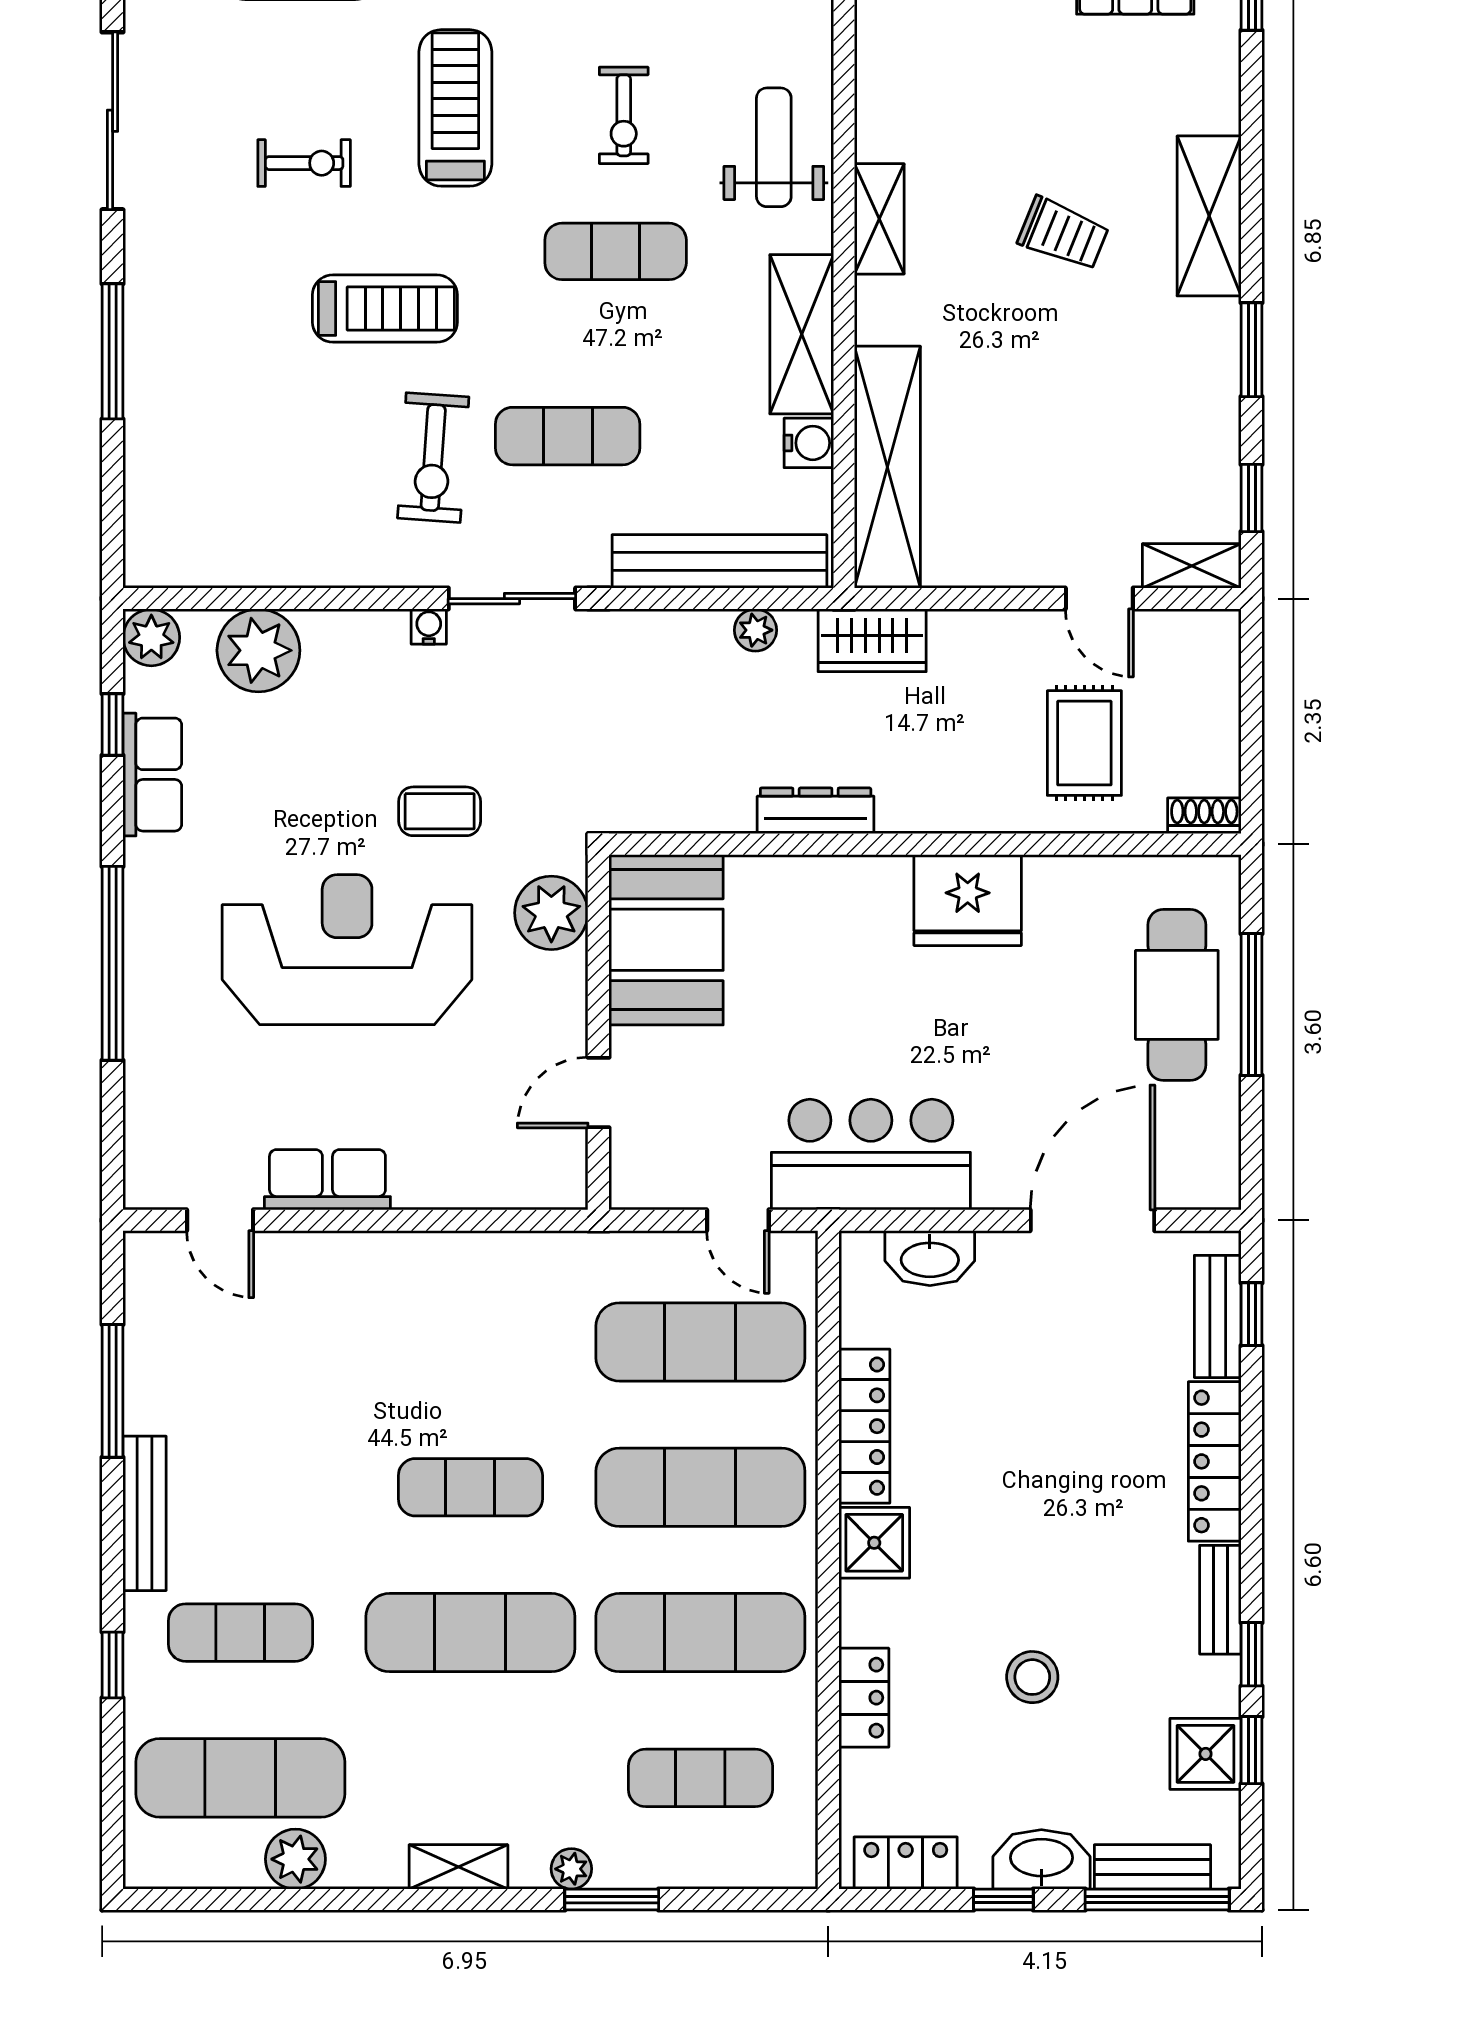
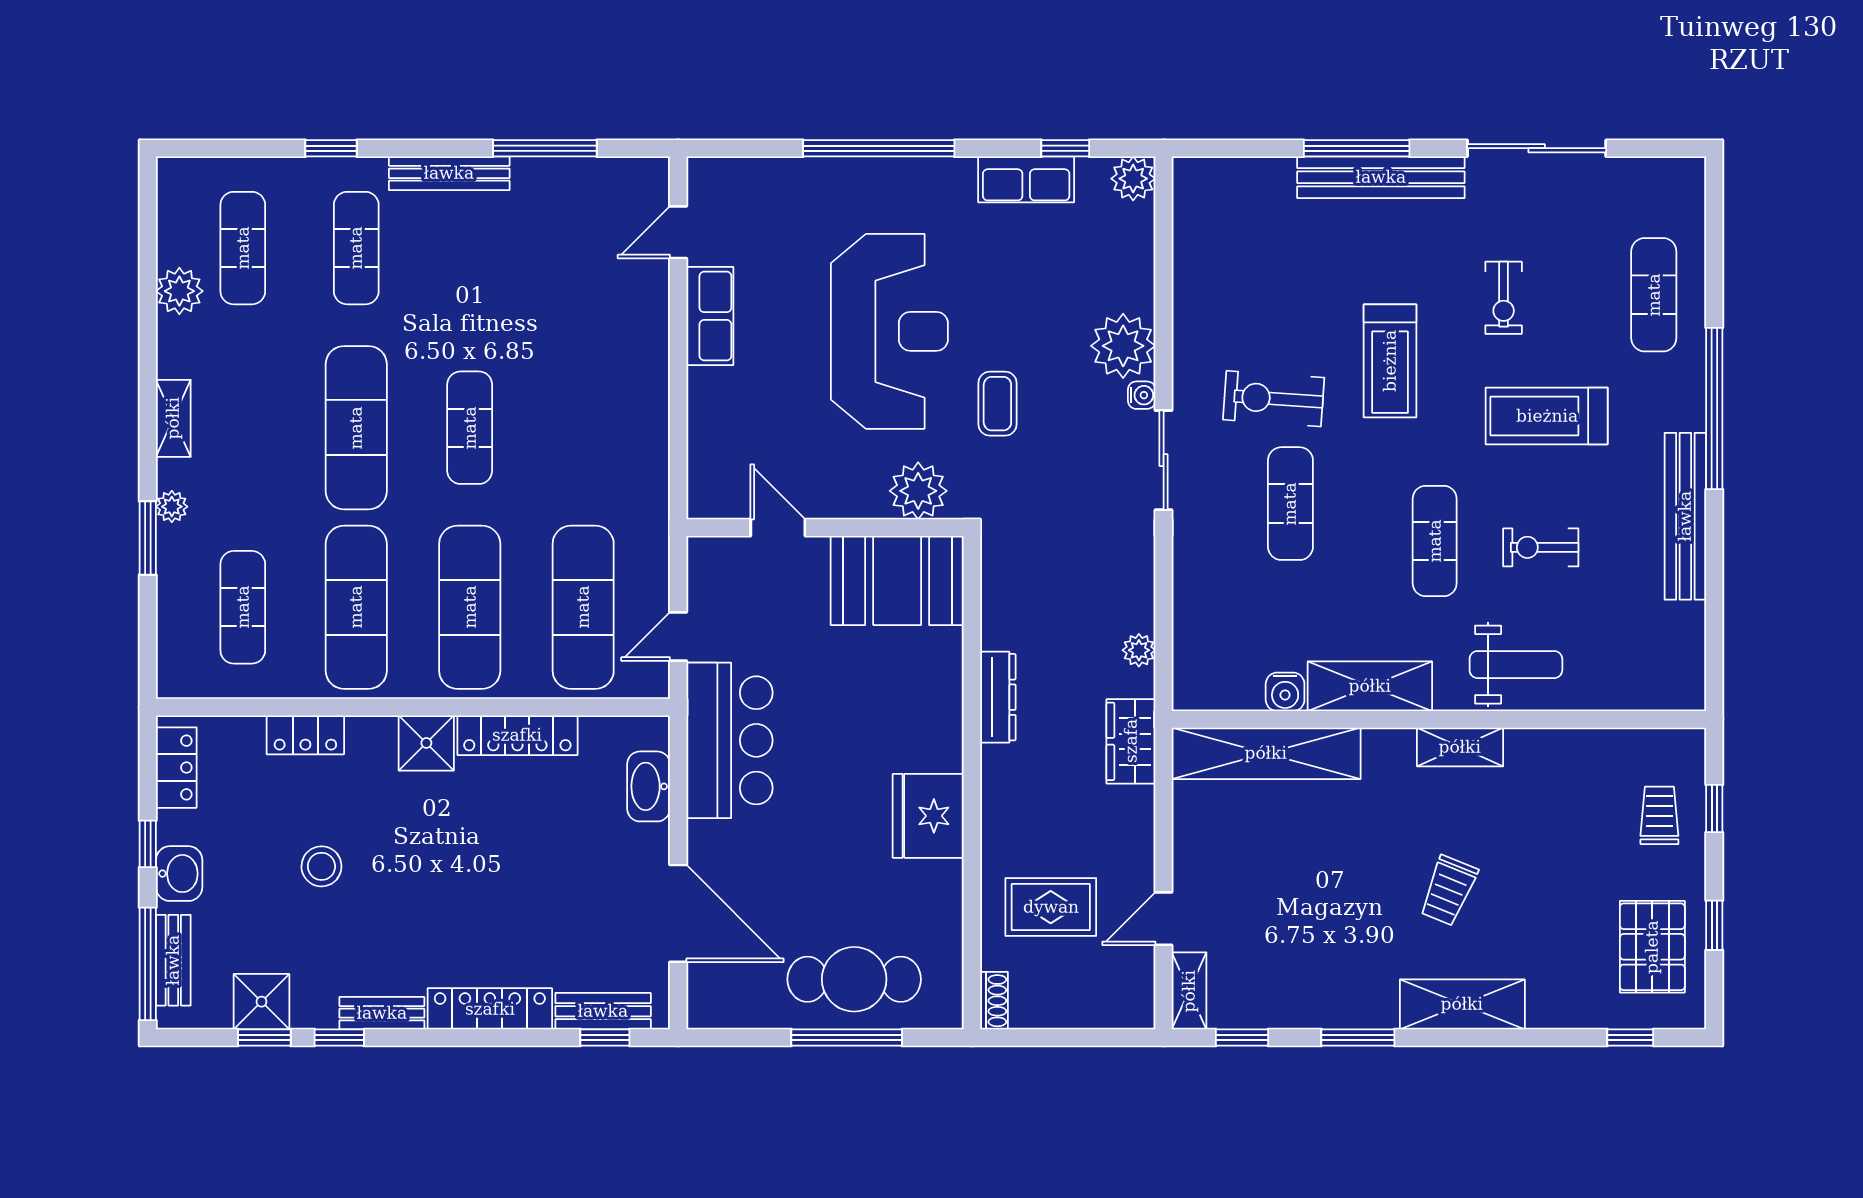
treadmill: (455, 108) -> (1547, 416), turned 180
bench: (719, 561) -> (1381, 177), moved, turned 90
plant: (258, 650) -> (1123, 346), moved
exercise mat: (240, 1778) -> (243, 248), width x0.73, depth x0.69
washbasin: (1041, 1859) -> (179, 874), width x0.72

